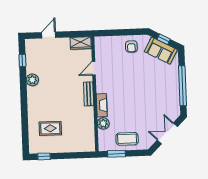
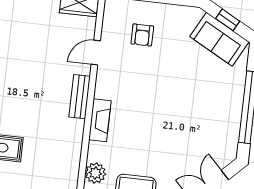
armchair: (131, 46) -> (142, 35), moved
plant: (103, 123) -> (95, 173), moved

